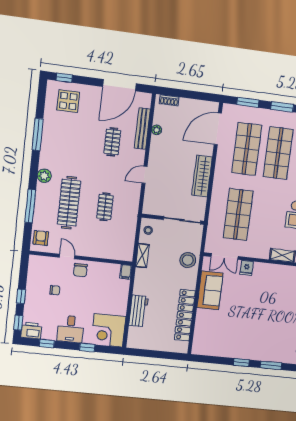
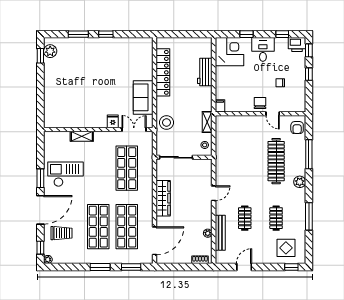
door: (119, 85) -> (244, 267), width x0.53
clothes rail: (105, 207) -> (276, 218), moved

